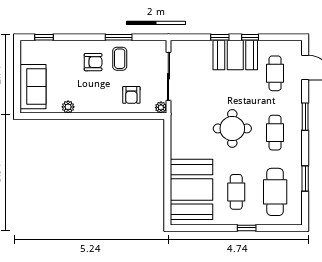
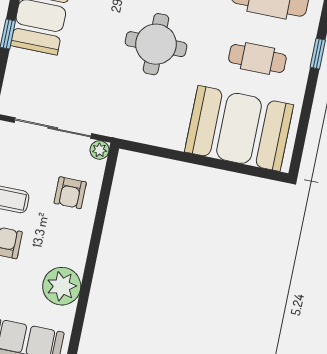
armchair: (131, 95) -> (70, 193), turned 90
plant: (68, 107) -> (62, 286), width x1.87, depth x1.87

